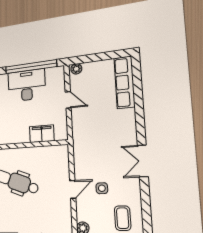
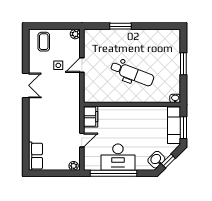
row of seats: (124, 82) -> (36, 156), width x0.68
door: (68, 100) -> (82, 140), swing flipped
filing cabinet: (42, 134) -> (91, 117), moved, turned -90

